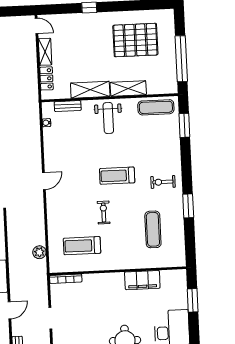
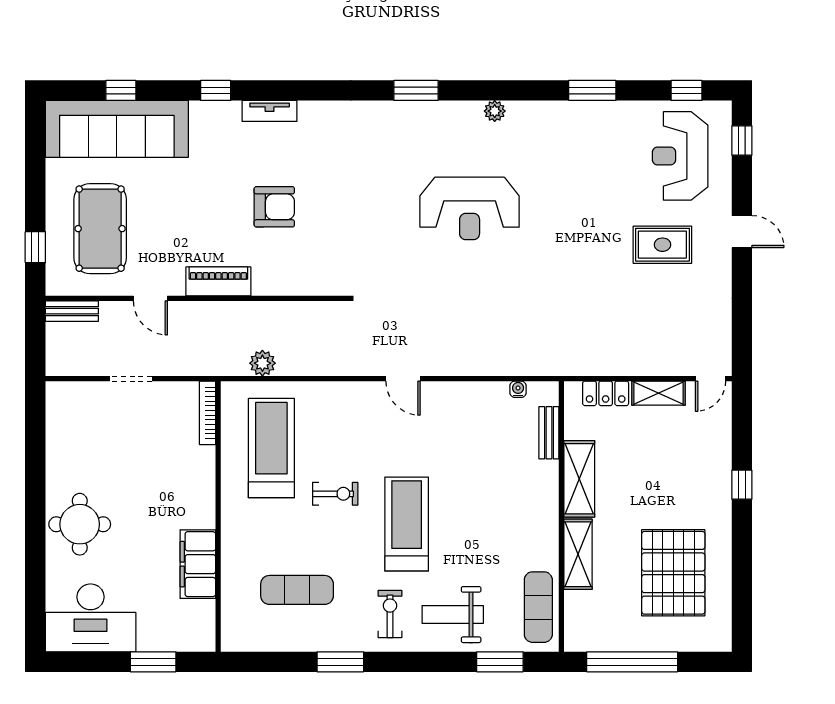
weight bench: (108, 118) -> (453, 615), moved
treadmill: (117, 176) -> (407, 524), width x1.37, depth x1.38
treadmill: (82, 246) -> (271, 448), width x1.37, depth x1.38

